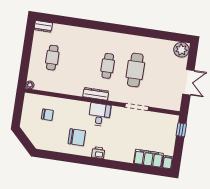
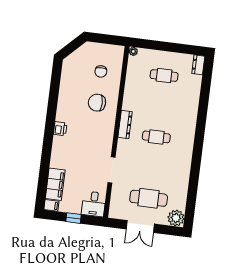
cafe table: (135, 70) -> (149, 198), moved
desk: (99, 115) -> (94, 204), moved, turned 90
window: (181, 130) -> (74, 218), moved
chair: (77, 137) -> (97, 103), moved, turned 90

